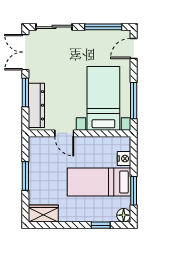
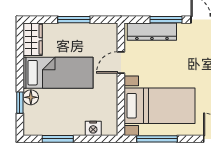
bed: (99, 182) -> (58, 73), moved, turned 90
floor lamp: (124, 215) -> (31, 97), moved

